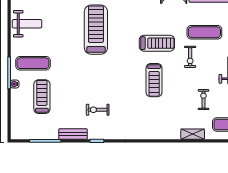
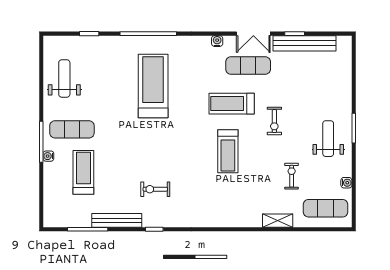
weight bench: (27, 24) -> (64, 78), turned -90
exercise mat: (204, 32) -> (248, 65), moved
treadmill: (157, 43) -> (232, 104), turned 180
bench: (73, 134) -> (117, 220), width x1.36

